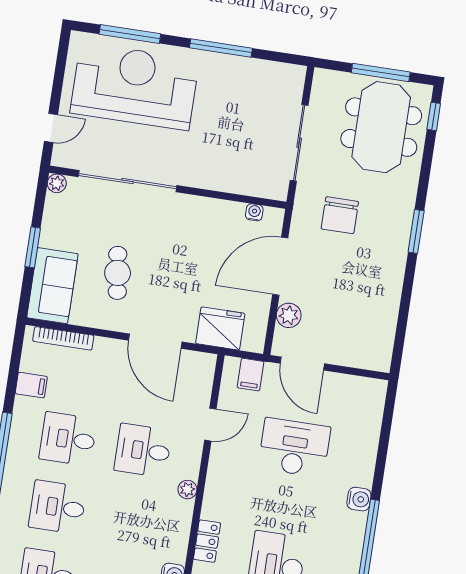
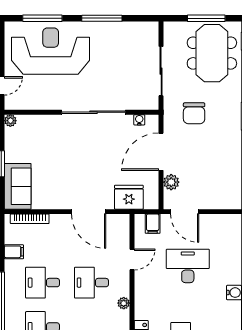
sliding door: (127, 181) -> (93, 112), moved
cafe table: (118, 273) -> (58, 172), removed

